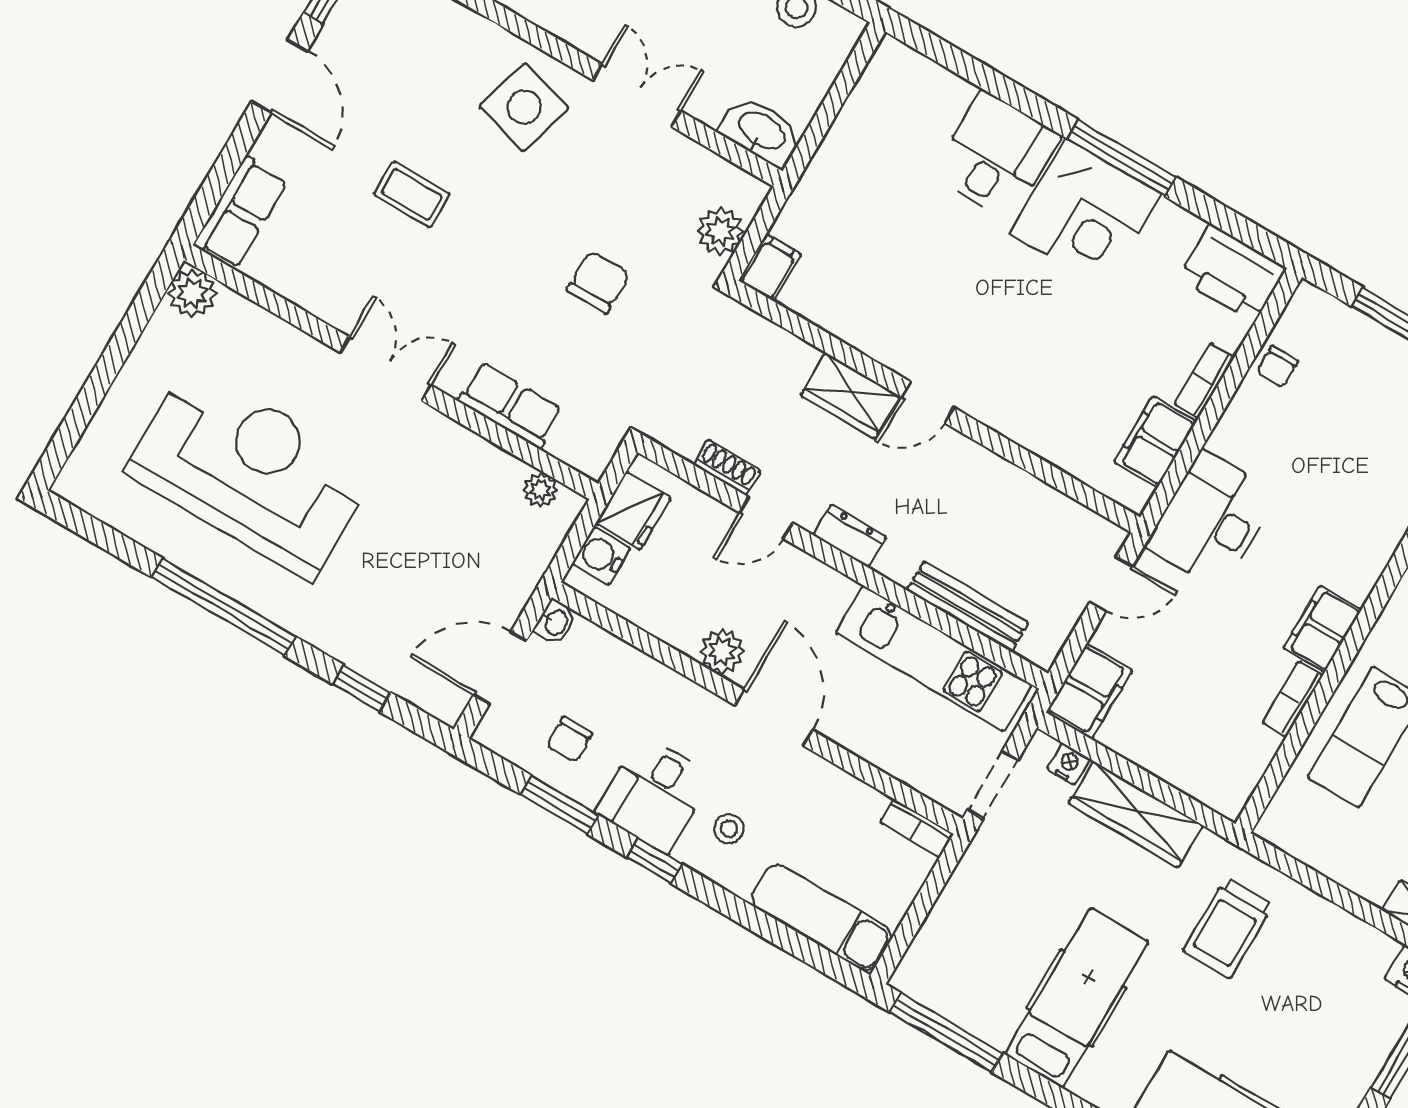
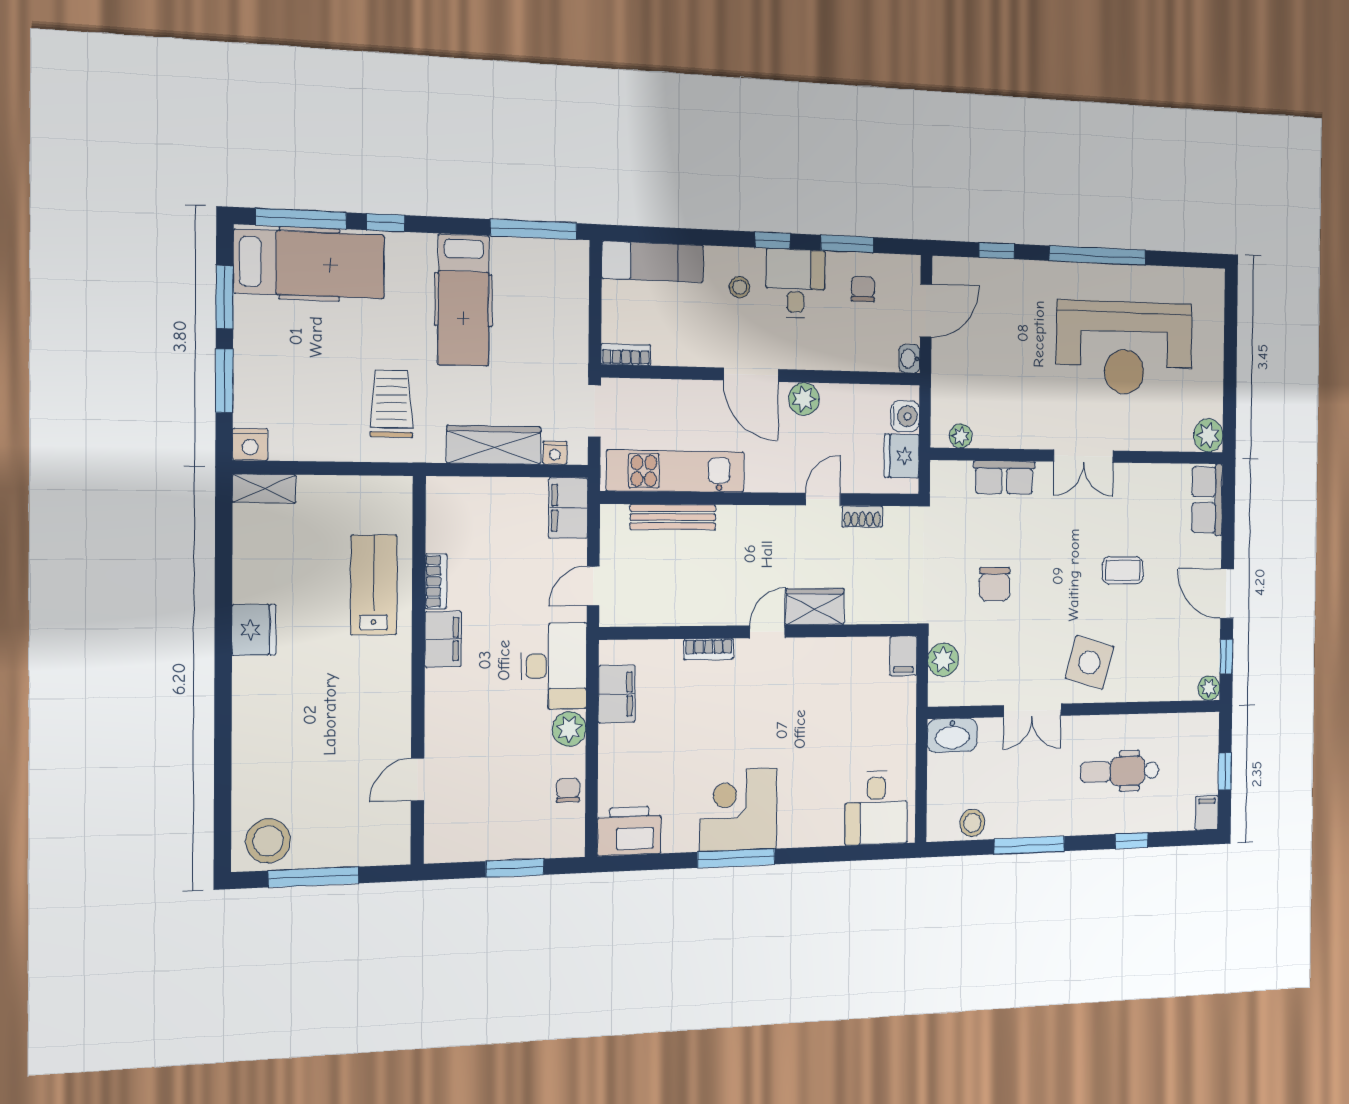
desk: (996, 156) -> (876, 808), moved
bookcase: (1204, 381) -> (709, 649), moved, turned 90
plant: (1235, 436) -> (569, 729), added
dresser: (850, 536) -> (768, 518), removed

